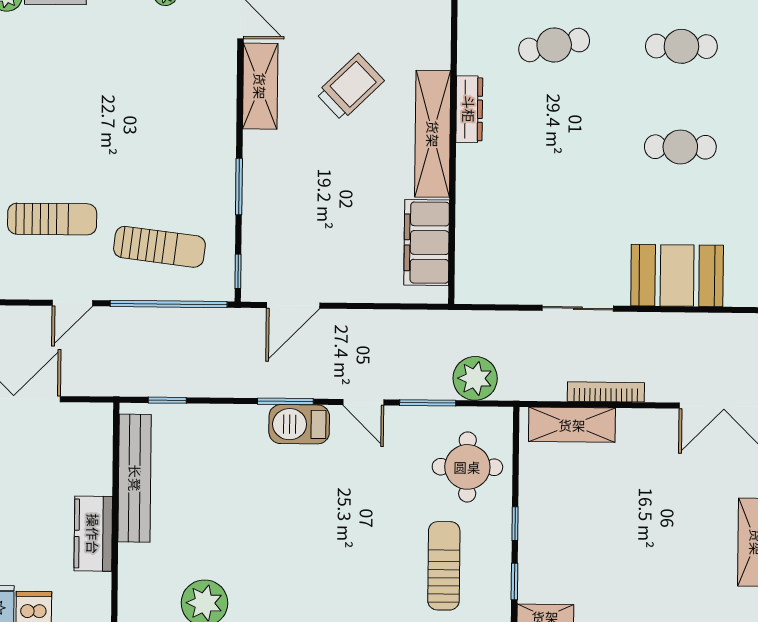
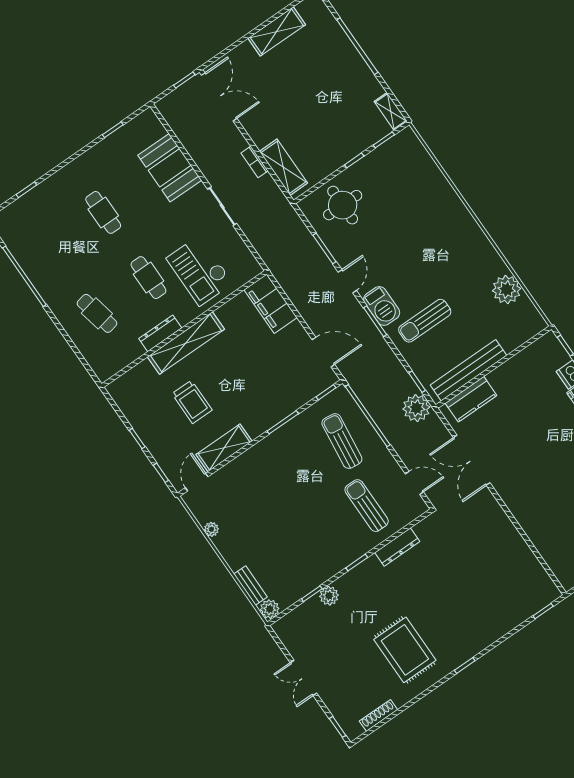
cafe table: (681, 46) -> (148, 278), moved
trolley: (350, 87) -> (192, 402), turned -136
checkout: (515, 219) -> (200, 271), added
filing cabinet: (427, 243) -> (271, 304), moved, turned 90
door: (72, 303) -> (414, 483), moved
plant: (475, 378) -> (416, 408), moved
bookcase: (606, 392) -> (255, 162), width x0.64
kitchen counter: (93, 534) -> (471, 399), moved
sun lounger: (444, 566) -> (425, 321), moved

